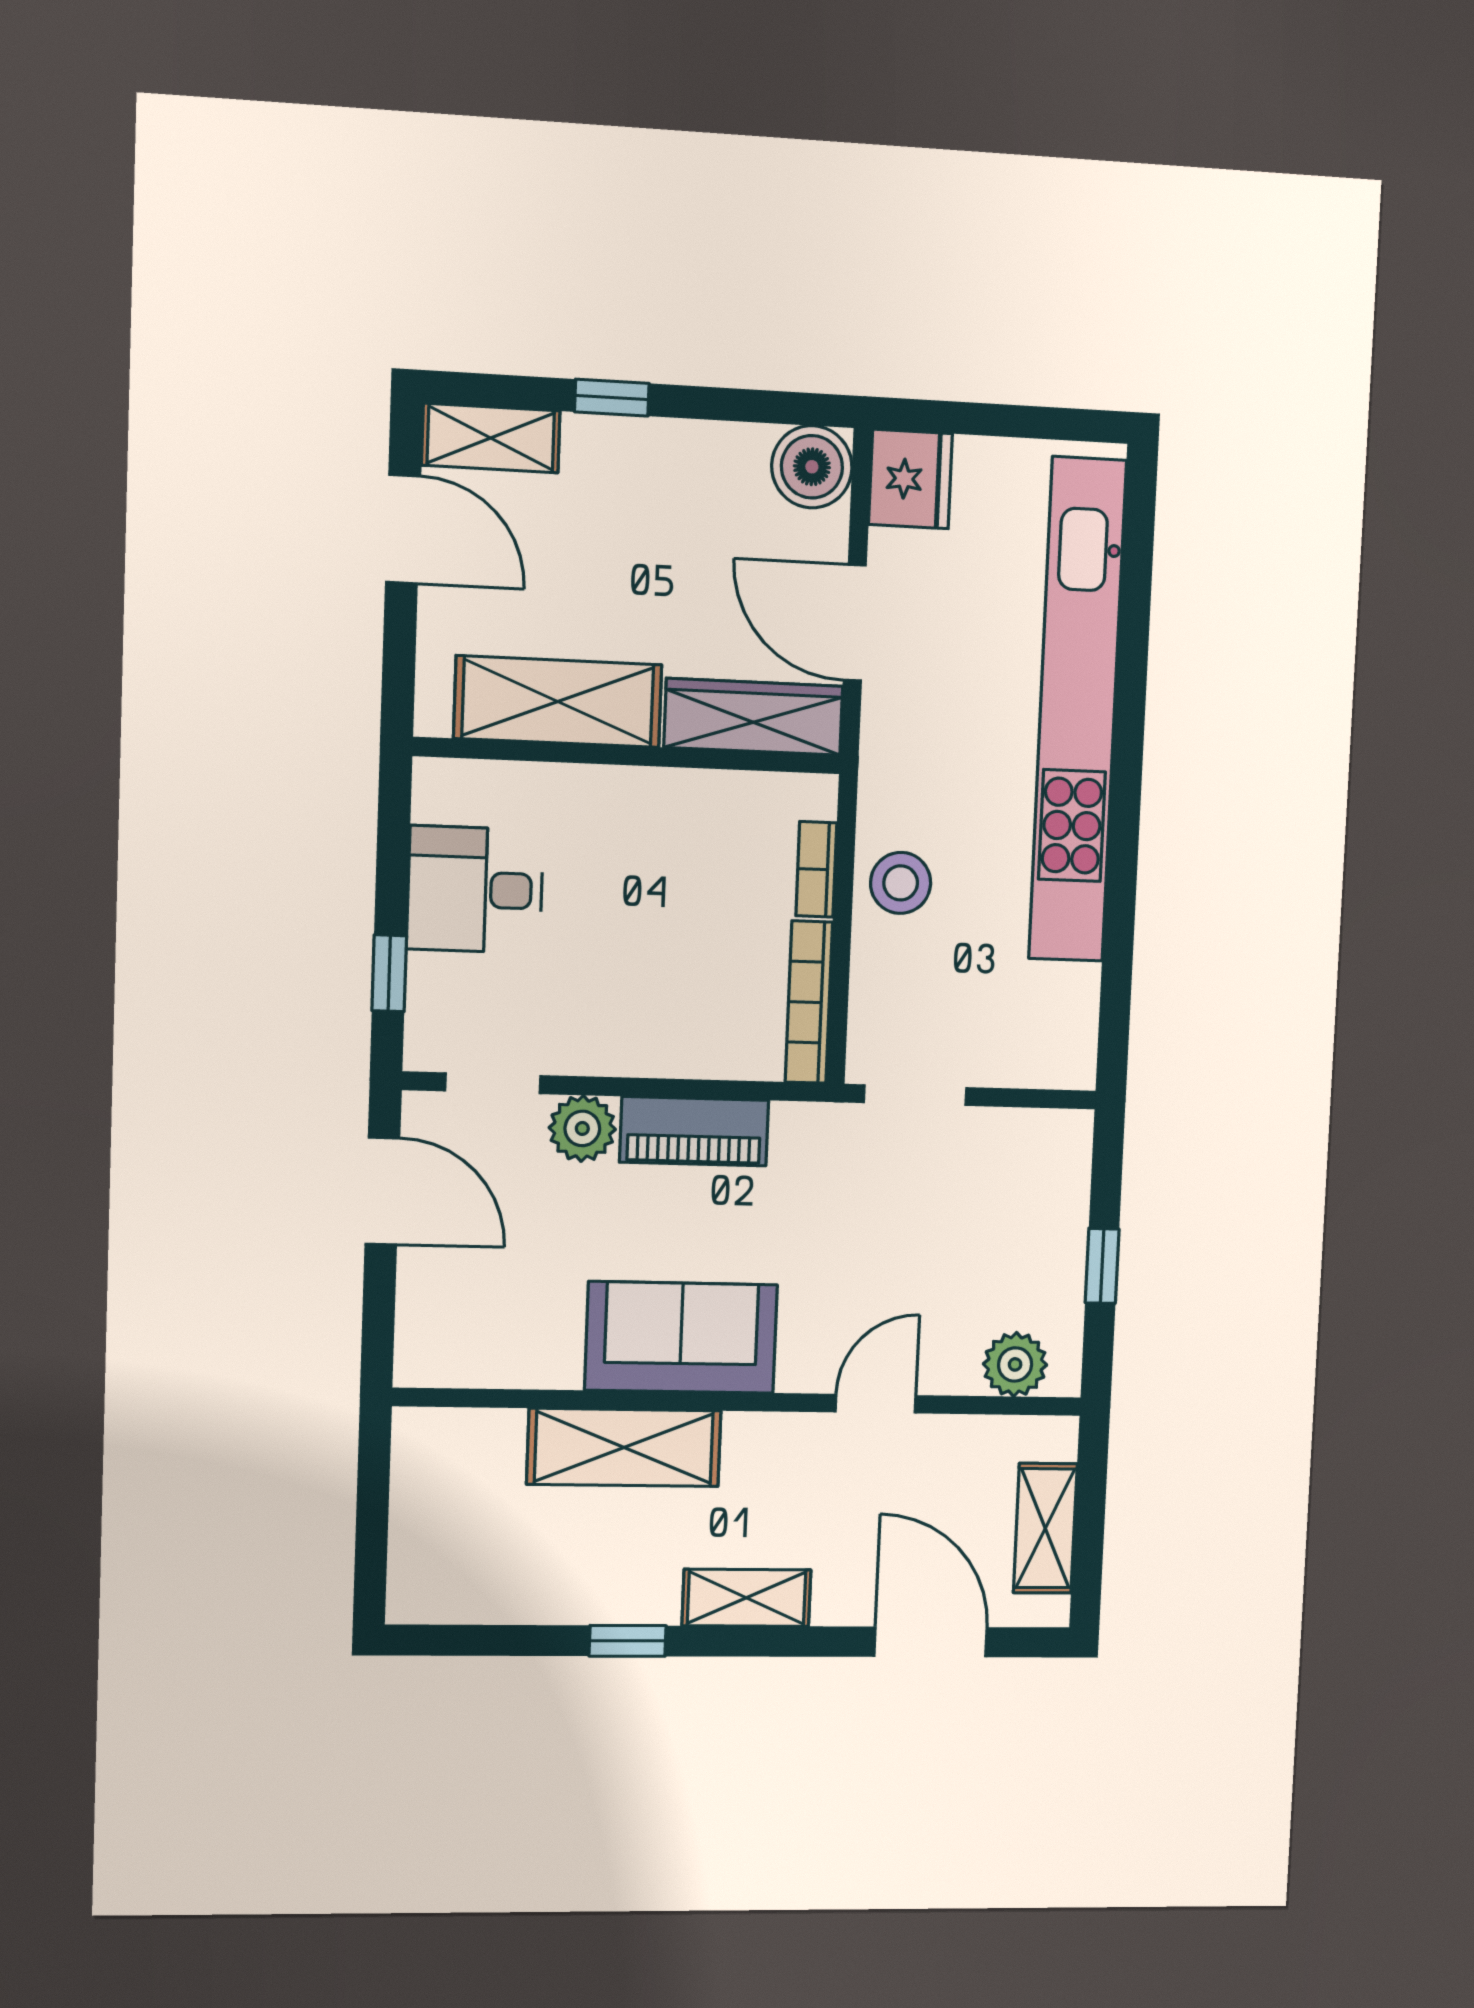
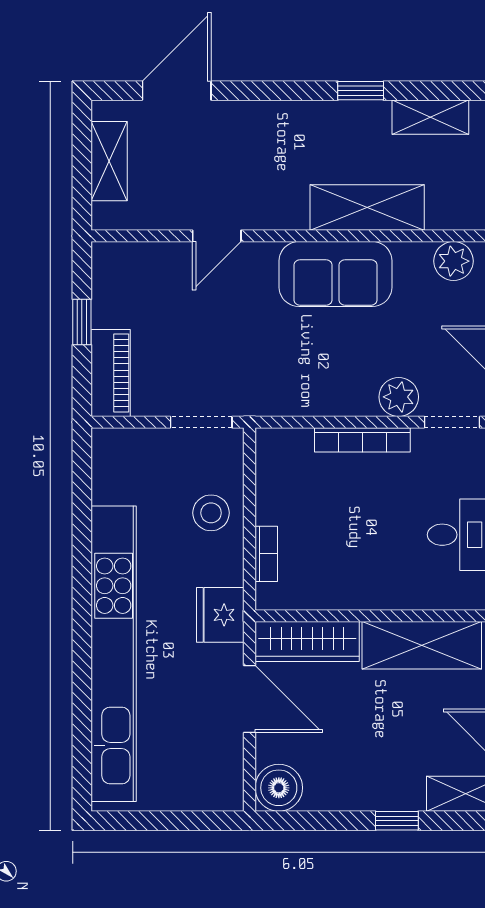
fridge: (910, 479) -> (220, 615), moved
stool: (901, 883) -> (211, 513), moved
bookcase: (809, 1002) -> (362, 440), moved, turned 90
piano: (694, 1131) -> (111, 373), moved, turned 90
plant: (1015, 1364) -> (454, 261), moved
shelving: (747, 1598) -> (430, 117), moved
door: (931, 1642) -> (177, 91), swing flipped

